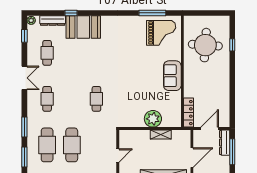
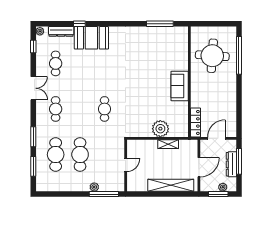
grand piano: (161, 33) -> (168, 44), removed
window: (232, 45) -> (239, 55), width x3.17
dresser: (225, 143) -> (231, 164), moved

